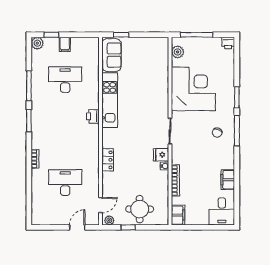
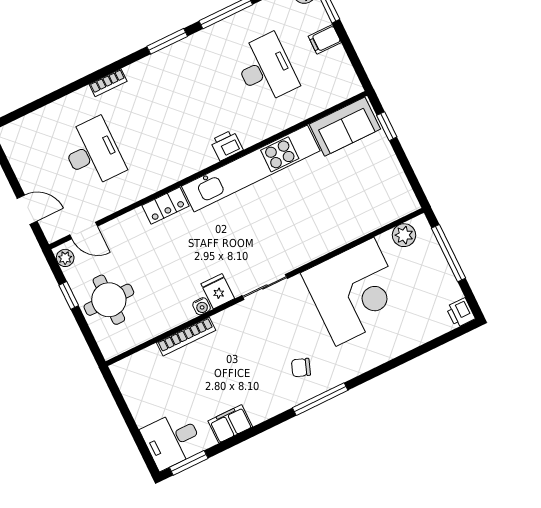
window: (237, 97) -> (189, 463), moved
kitchen unit: (110, 100) -> (251, 168), width x1.36
filing cabinet: (178, 215) -> (130, 369), removed

